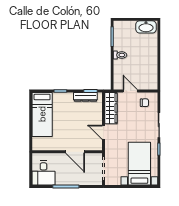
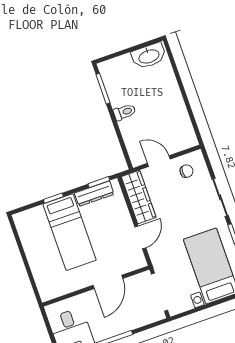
bed: (42, 114) -> (70, 232), moved
door: (104, 132) -> (140, 237), swing flipped
door: (75, 152) -> (108, 282), hinge flipped

